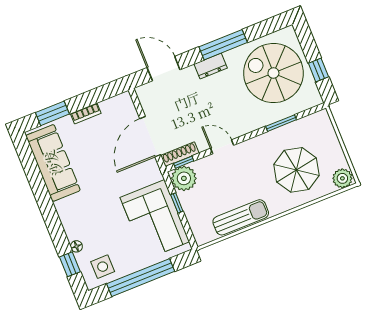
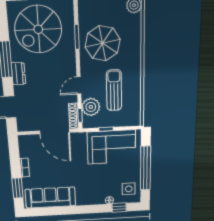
parasol: (296, 170) -> (103, 43), moved
plant: (184, 178) -> (91, 107), moved
sun lounger: (241, 217) -> (114, 90), moved

